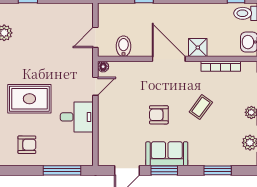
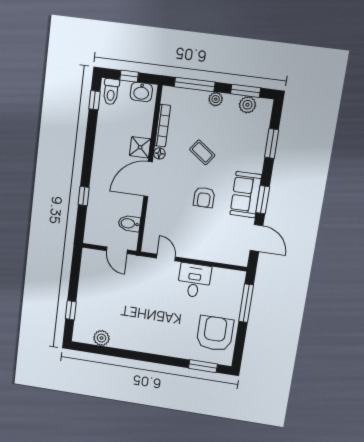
floor lamp: (103, 67) -> (159, 153), moved
rug: (29, 99) -> (169, 324), removed
armchair: (27, 145) -> (215, 333), width x1.88, depth x1.88

